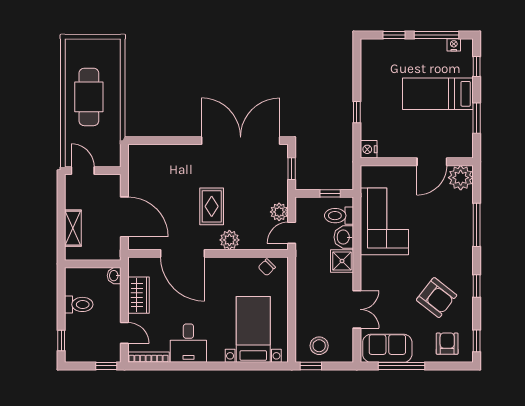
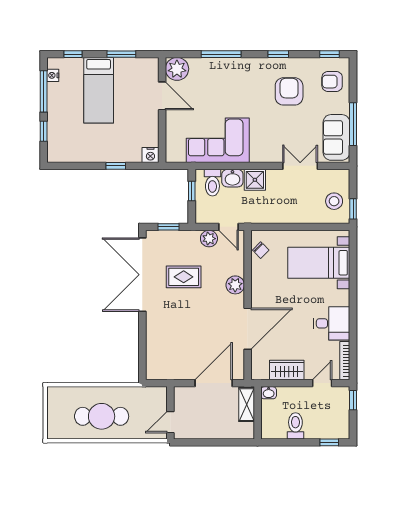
rug: (212, 206) -> (184, 277), moved
shelving: (73, 228) -> (247, 405), moved, turned 90
armchair: (437, 298) -> (289, 91), turned -38

